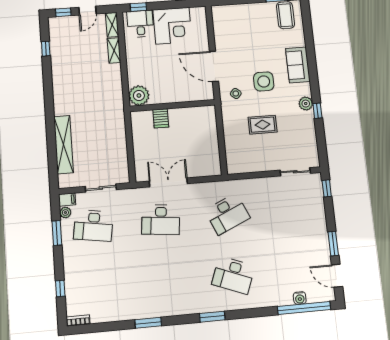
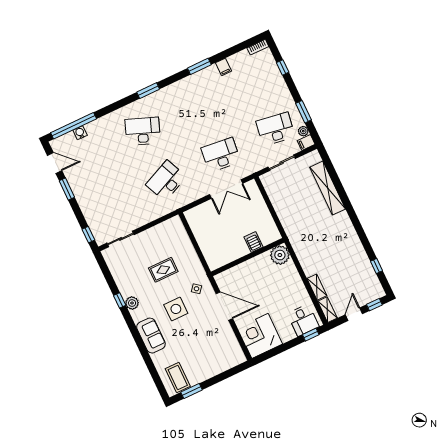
corner desk: (172, 26) -> (260, 336), moved
filing cabinet: (123, 312) -> (224, 67), added

